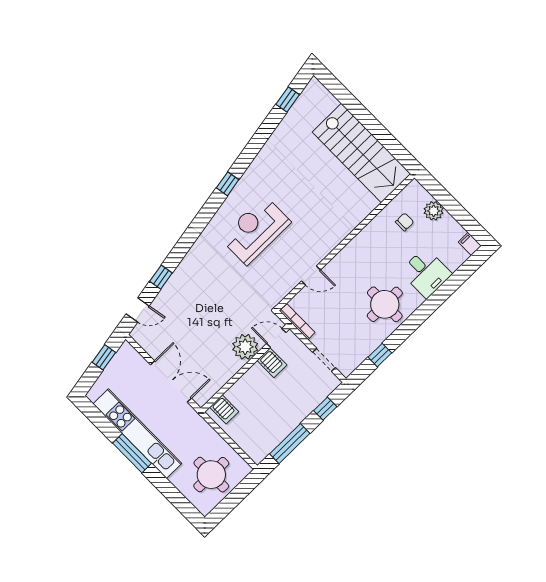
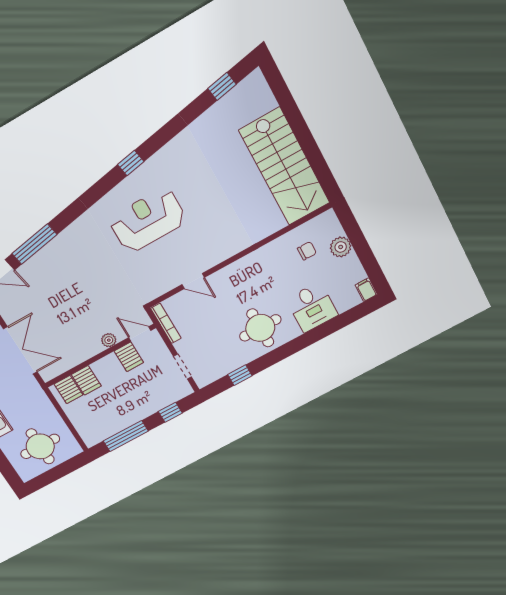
window: (161, 277) -> (34, 244), width x2.17
plant: (245, 347) -> (109, 340), width x0.53, depth x0.53
server rack: (239, 396) -> (86, 380), added

